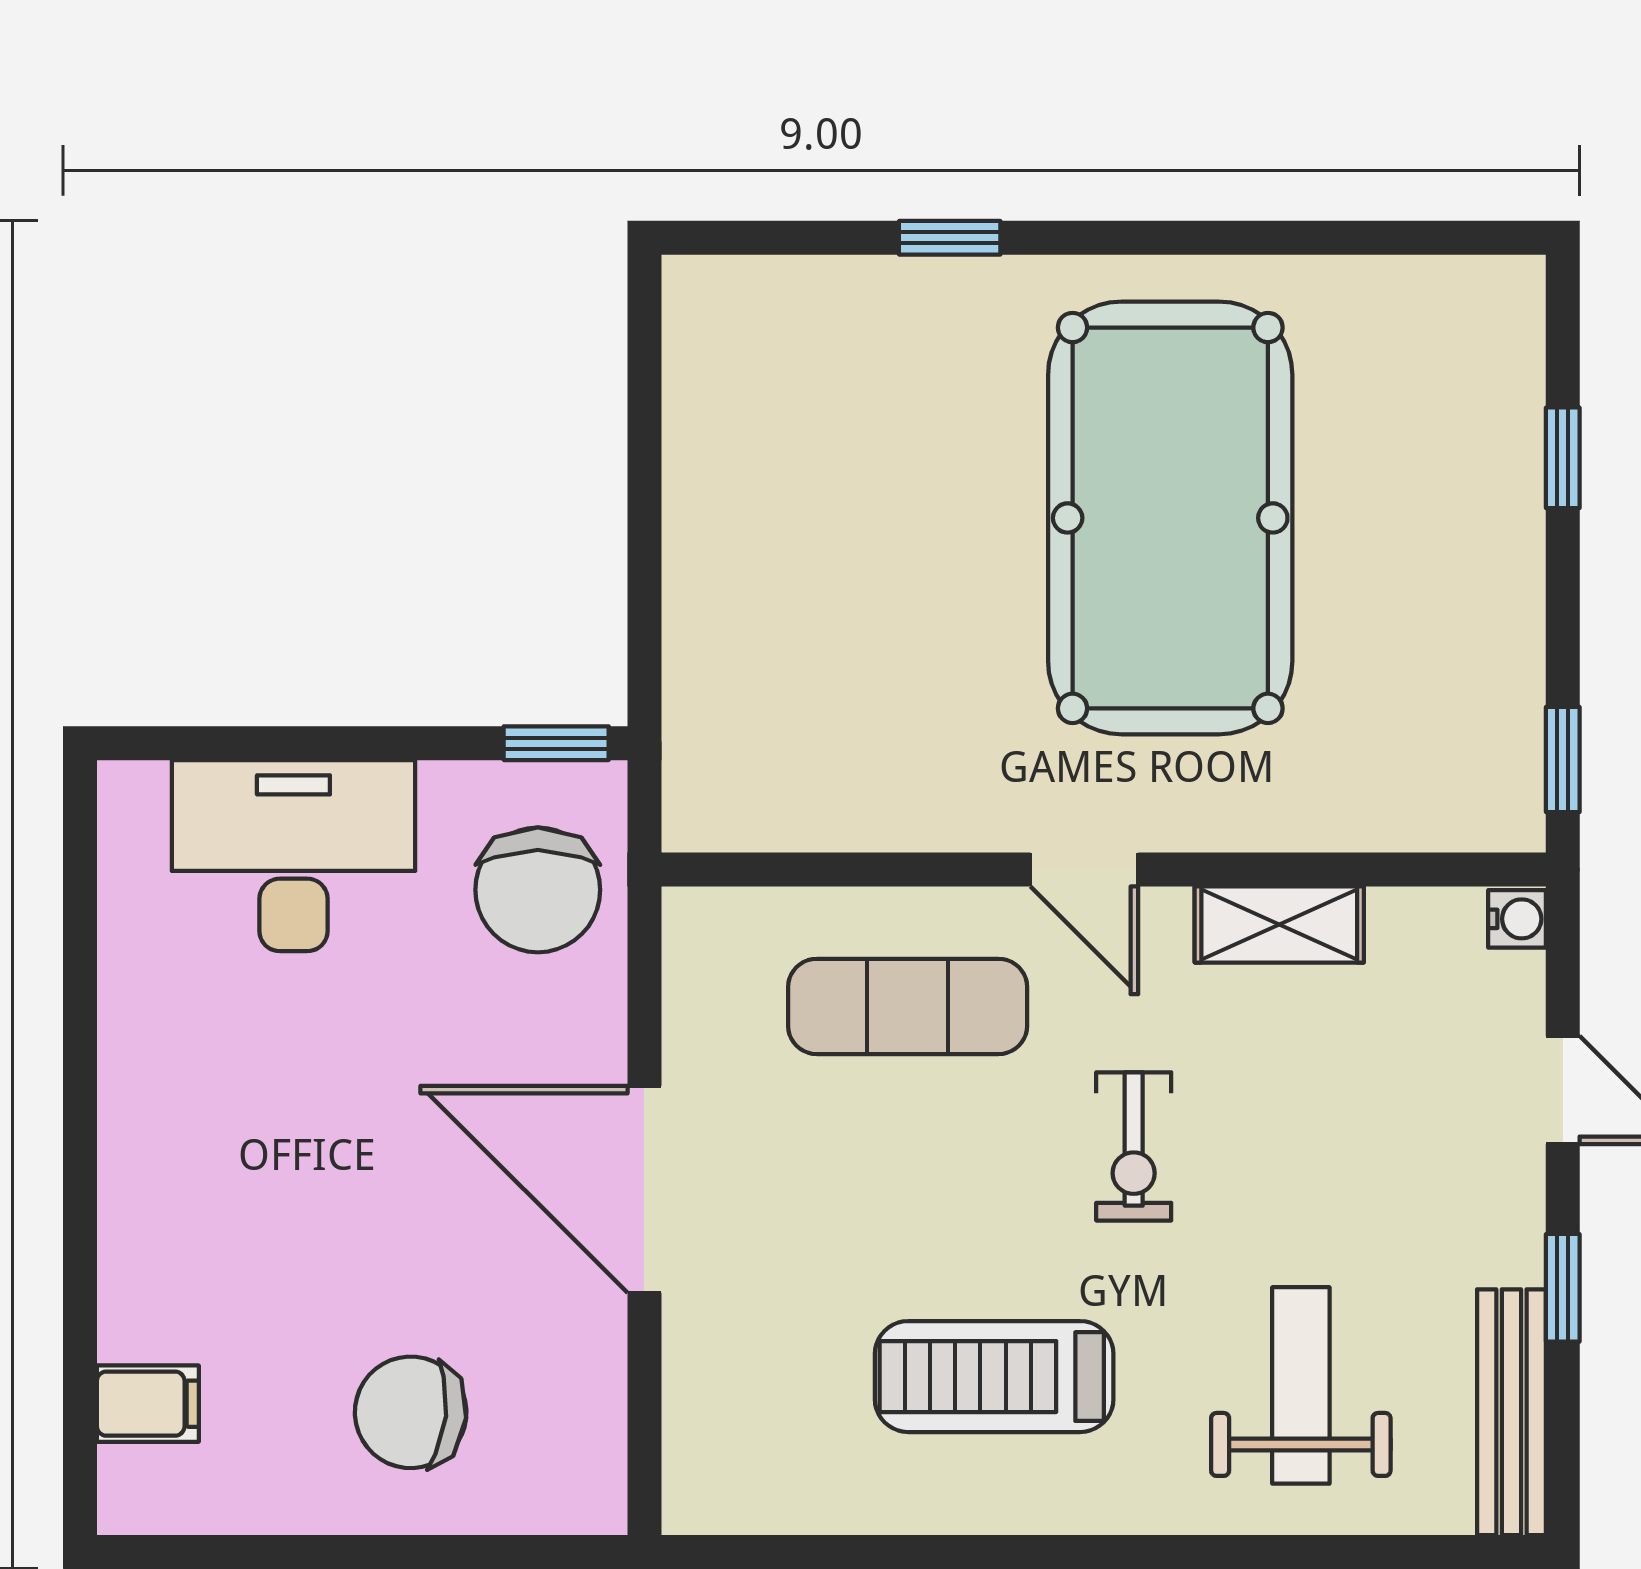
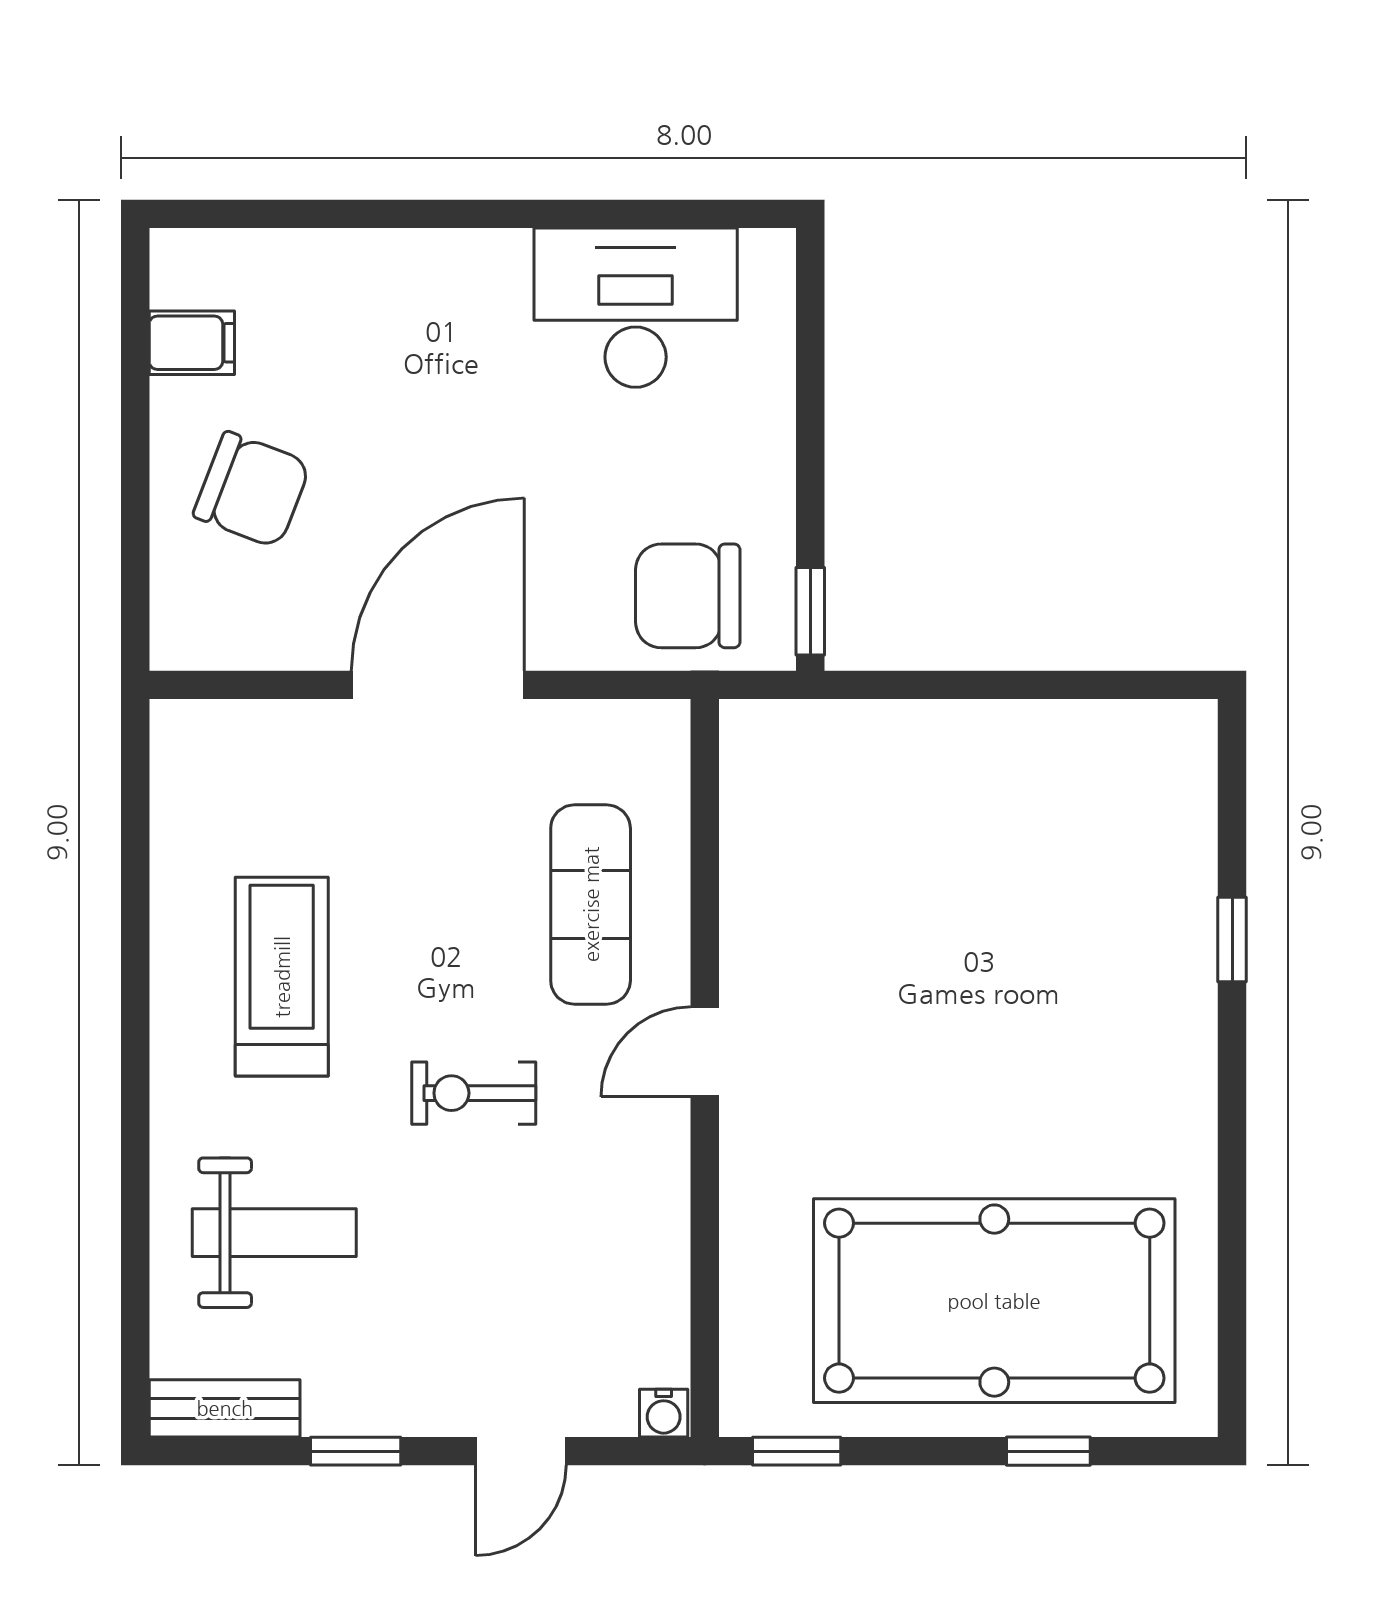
pool table: (1170, 518) -> (994, 1301), moved
desk: (293, 856) -> (636, 308), moved, turned -90
shelving: (1279, 924) -> (659, 1215), removed
filing cabinet: (148, 1404) -> (192, 343), moved, turned -90
chair: (411, 1412) -> (252, 490), turned 105
bench: (1511, 1412) -> (225, 1408), width x0.73

